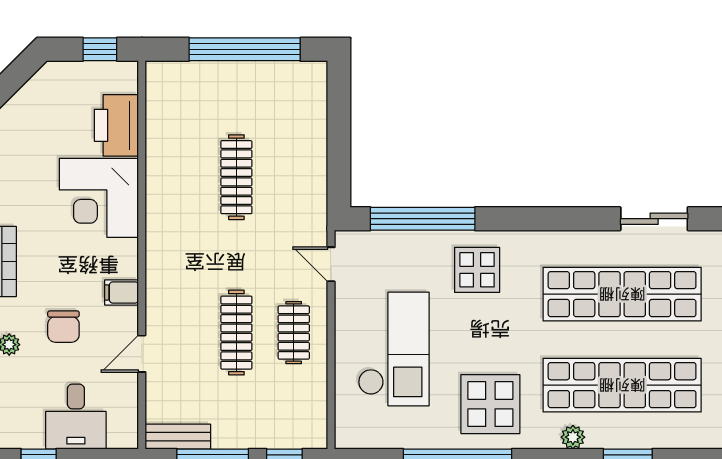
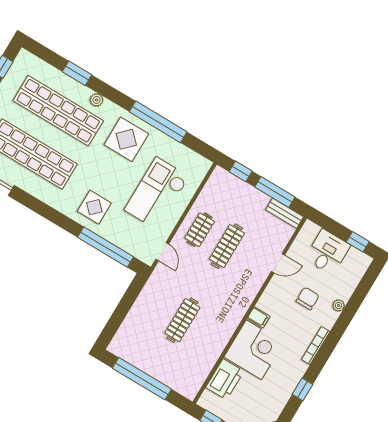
filing cabinet: (122, 292) -> (259, 317), moved

